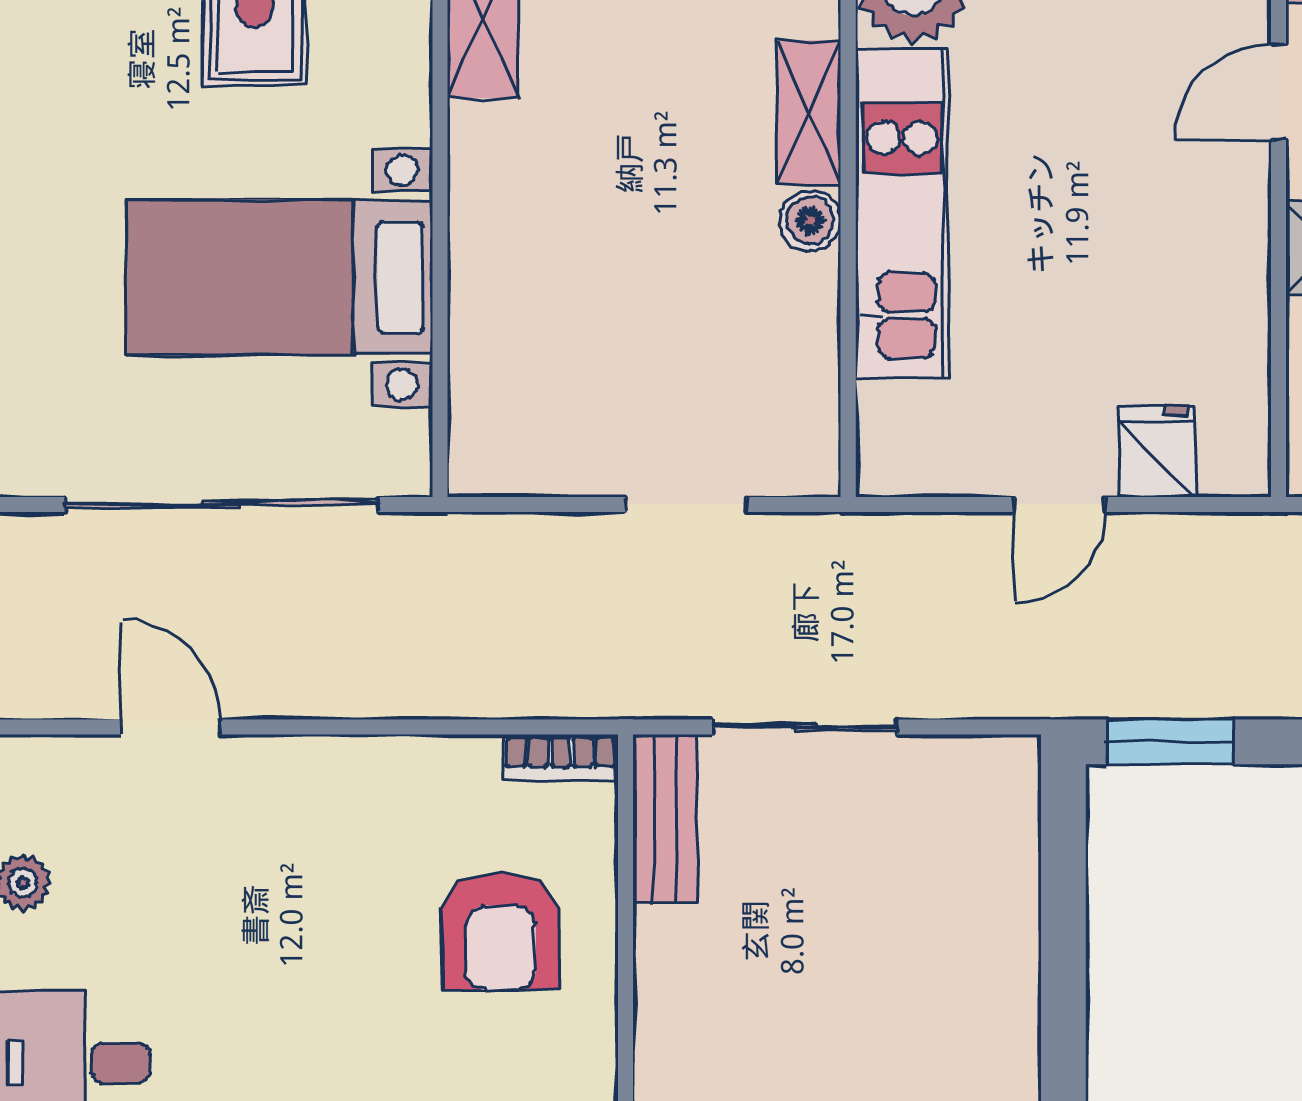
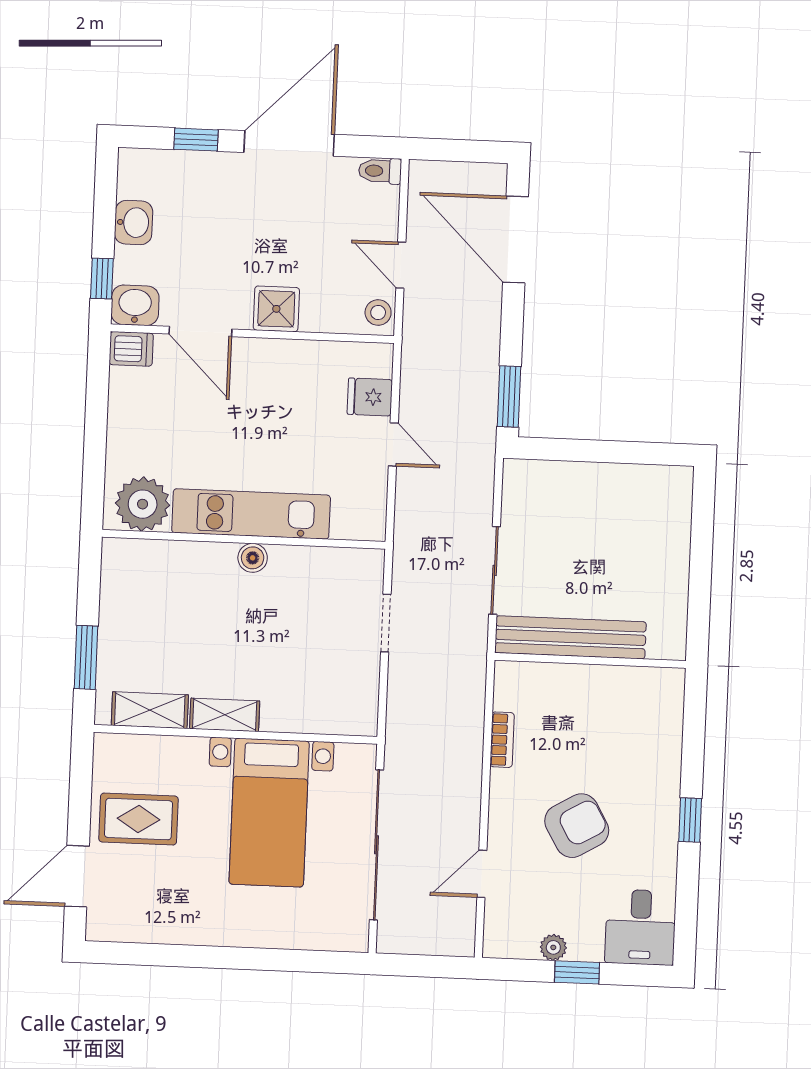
door: (1278, 92) -> (200, 332), width x1.38
shelving: (808, 112) -> (225, 715), moved
bookcase: (560, 758) -> (502, 740), moved
bench: (665, 819) -> (570, 637), width x1.86, depth x1.21
armchair: (500, 931) -> (577, 826), moved, turned -30

